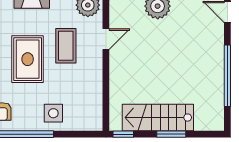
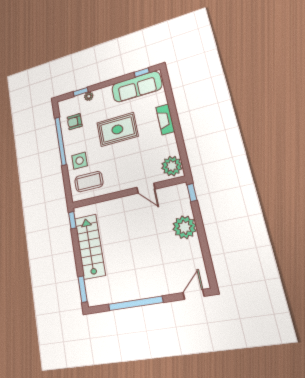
coffee table: (66, 46) -> (89, 182), moved
window: (171, 134) -> (83, 289), moved

